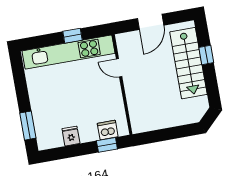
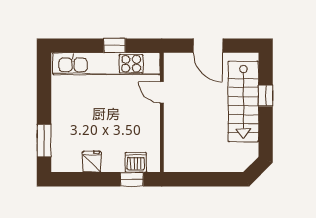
door: (151, 22) -> (208, 46), hinge flipped

